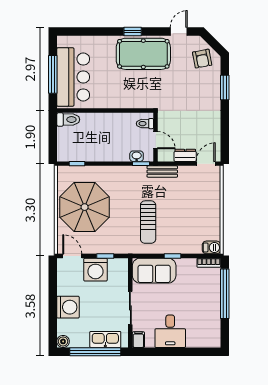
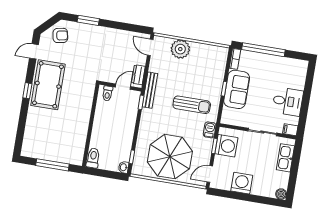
door: (179, 31) -> (34, 51), hinge flipped
bar counter: (73, 77) -> (58, 148), removed
dresser: (185, 155) -> (138, 75), moved
washbasin: (137, 156) -> (124, 167), moved
bench: (162, 172) -> (150, 90), width x1.36
plant: (210, 198) -> (180, 49), added
barbecue: (211, 247) -> (210, 130), moved
washing machine: (95, 270) -> (226, 146), moved
sofa: (154, 271) -> (237, 89), moved
washing machine: (68, 307) -> (242, 183), moved
window: (95, 352) -> (294, 168), removed

